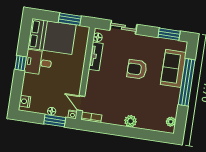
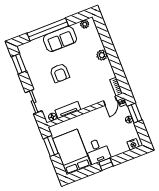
sofa: (173, 68) -> (60, 39), moved

